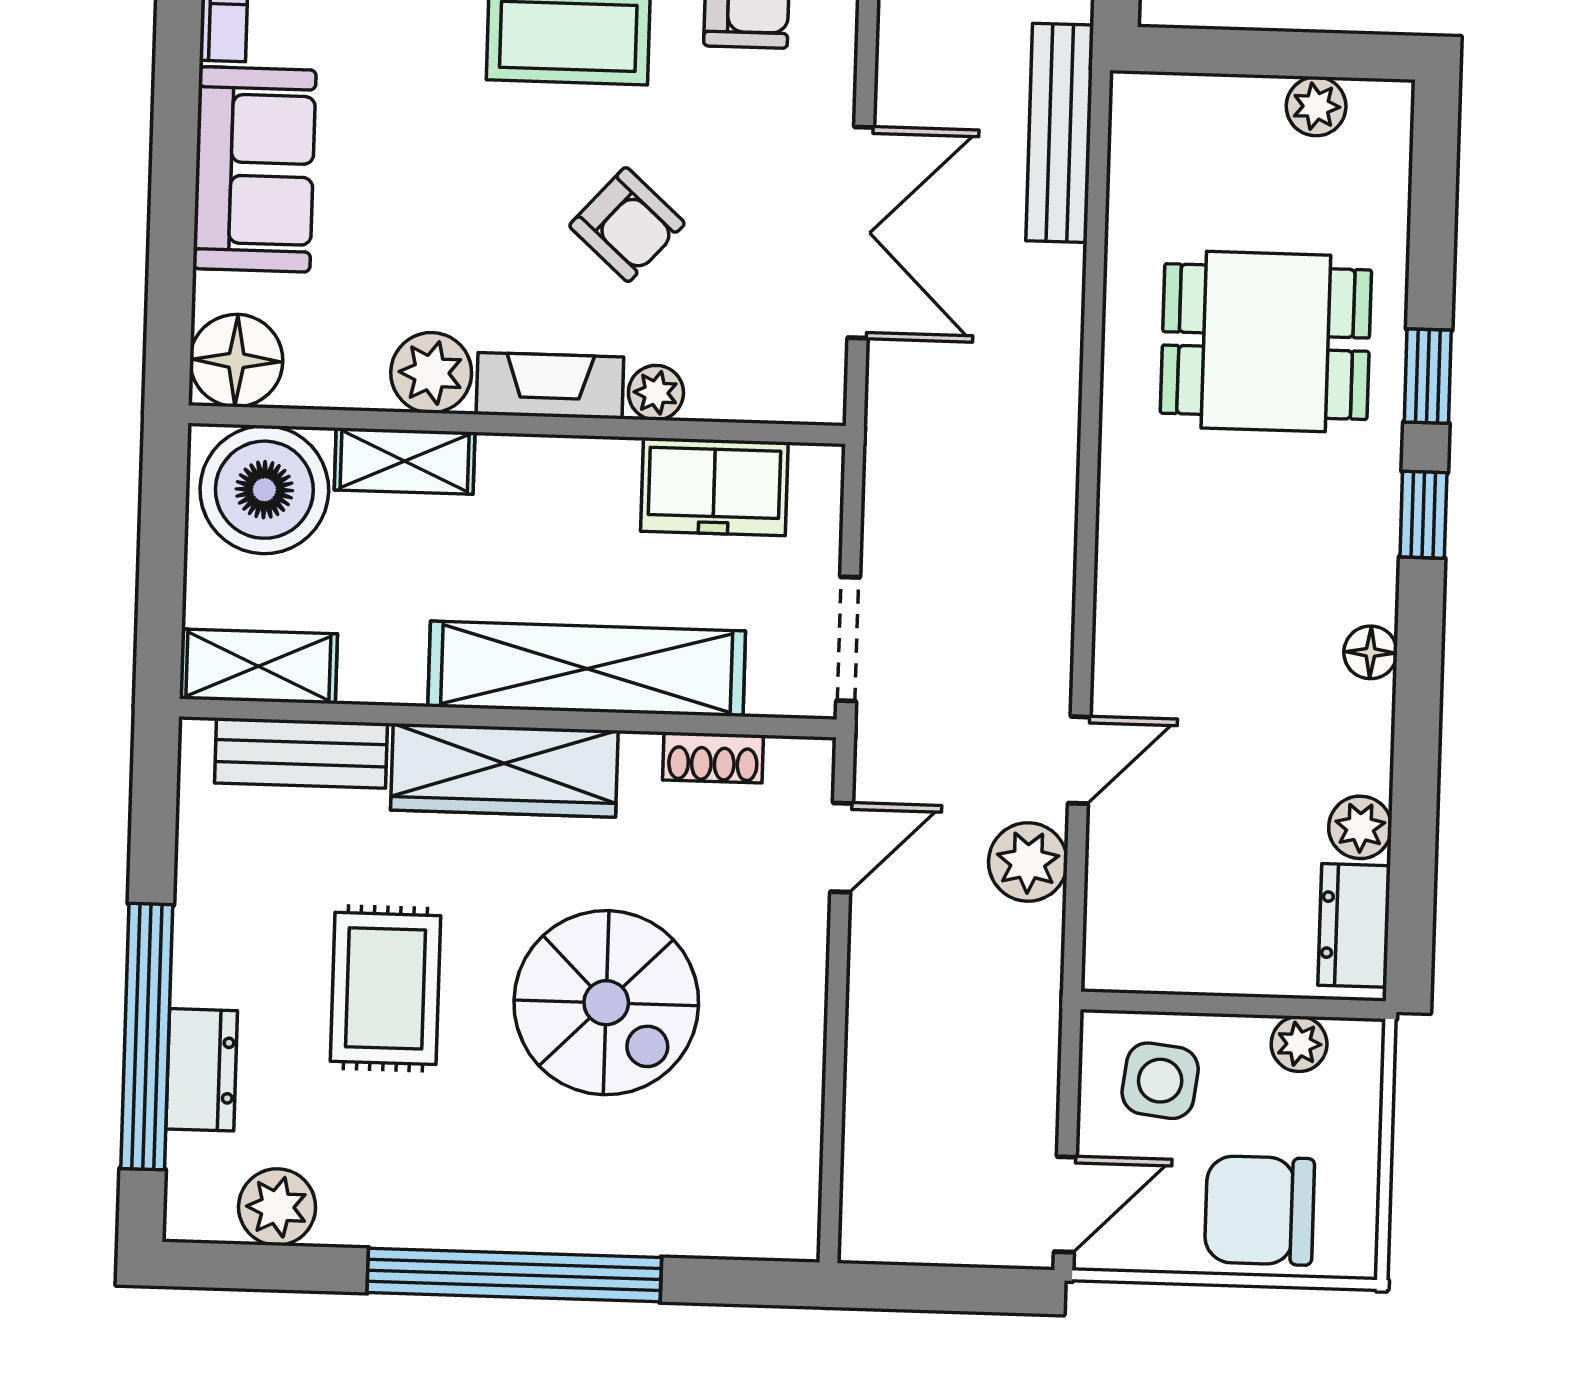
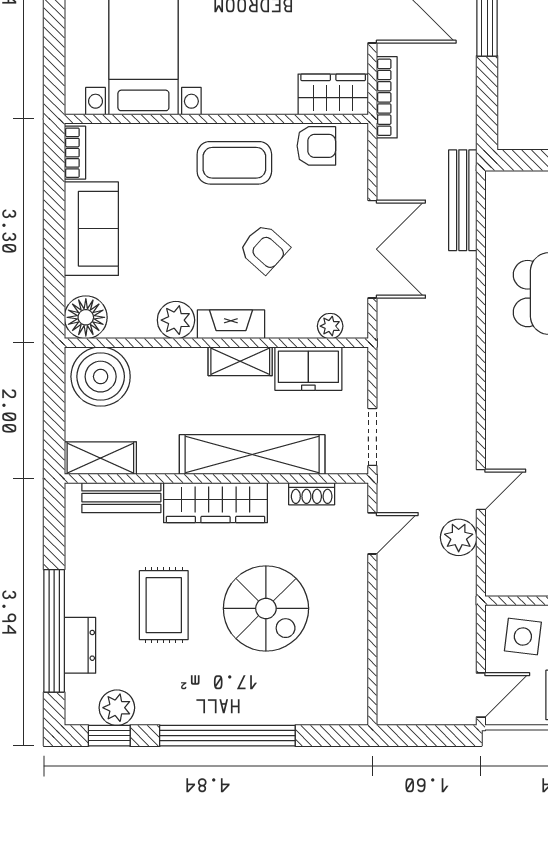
plant: (656, 393) -> (330, 326), moved
shelving: (405, 461) -> (240, 361), moved
window: (259, 1267) -> (109, 736), added

